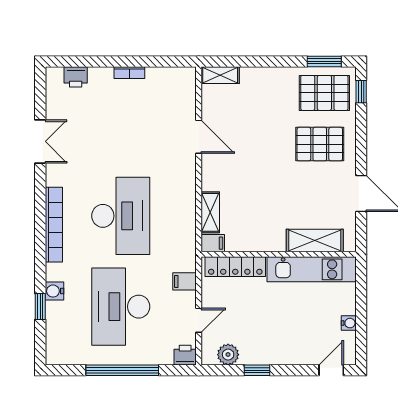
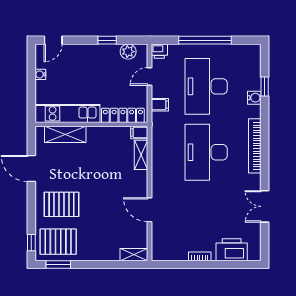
printer: (76, 77) -> (232, 250), width x1.87, depth x1.48
desk: (121, 307) -> (206, 86), turned 180

